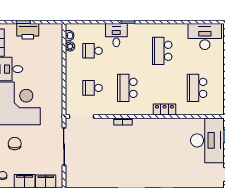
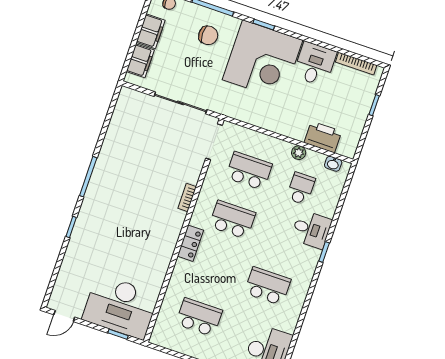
printer: (28, 31) -> (323, 137), moved, turned 90
plant: (70, 47) -> (299, 153), moved
school desk: (92, 88) -> (249, 171), width x1.85
locker: (164, 110) -> (190, 243), moved

